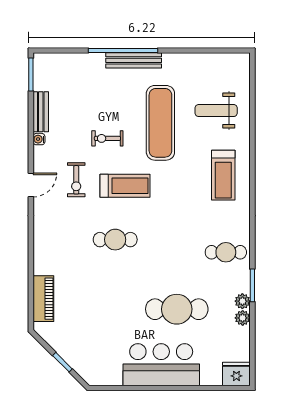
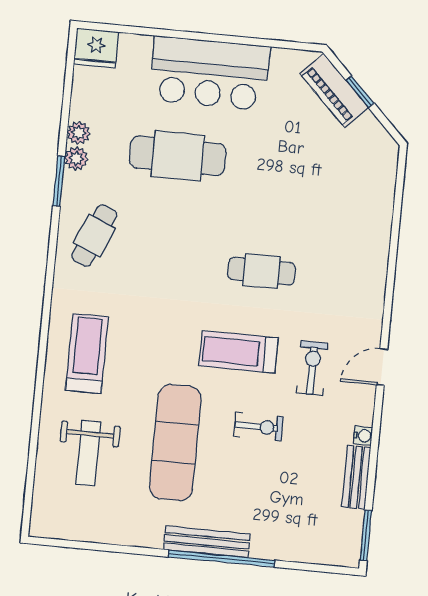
weight bench: (216, 111) -> (88, 453), turned 90
cafe table: (226, 252) -> (94, 235), turned -67
piano: (43, 299) -> (334, 90), moved, turned -45

